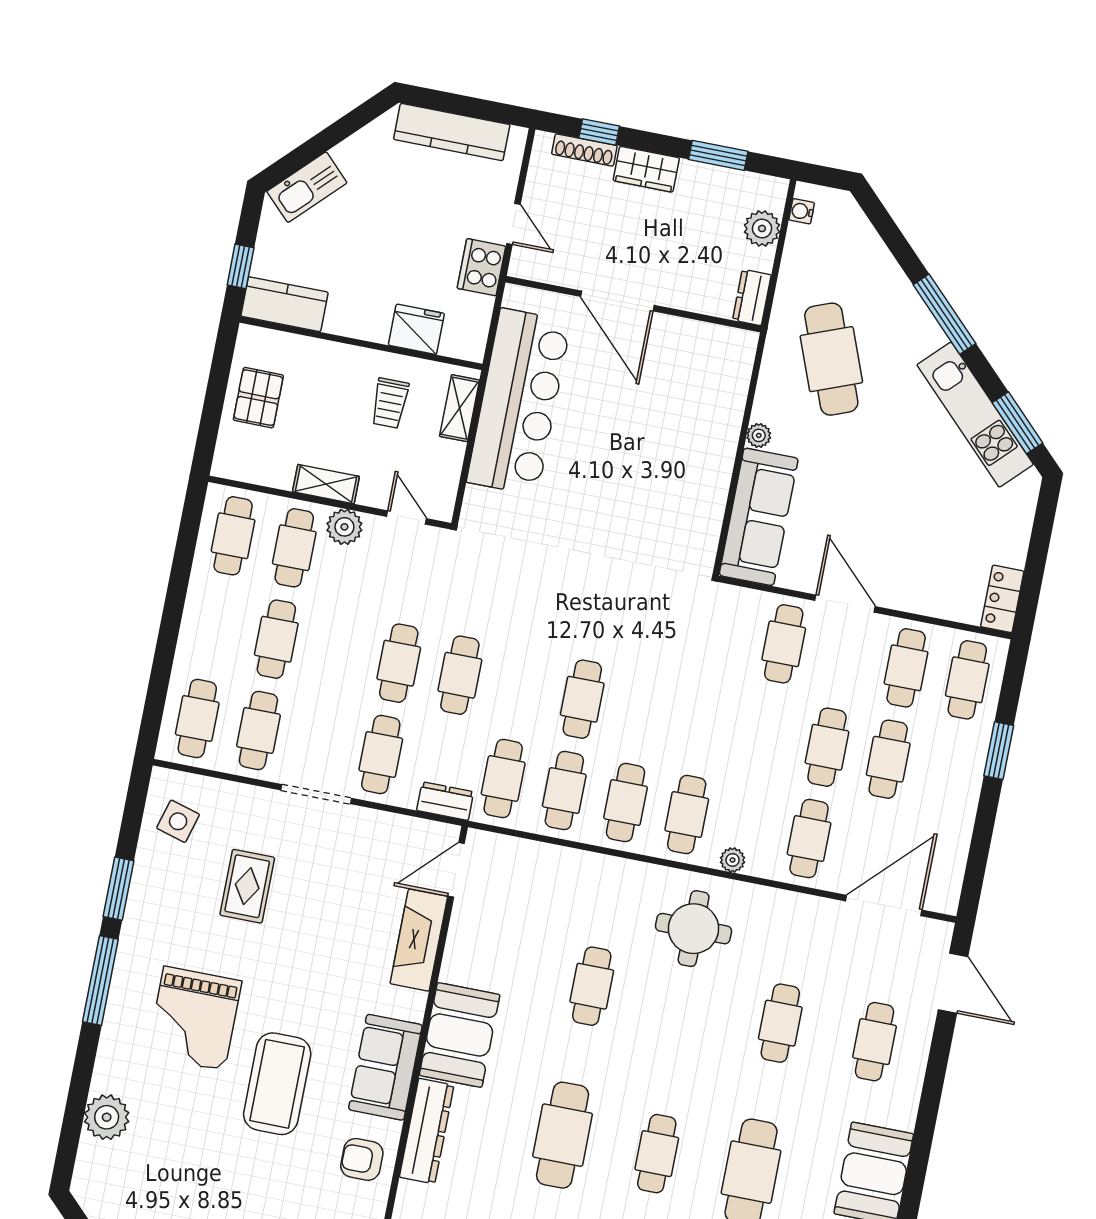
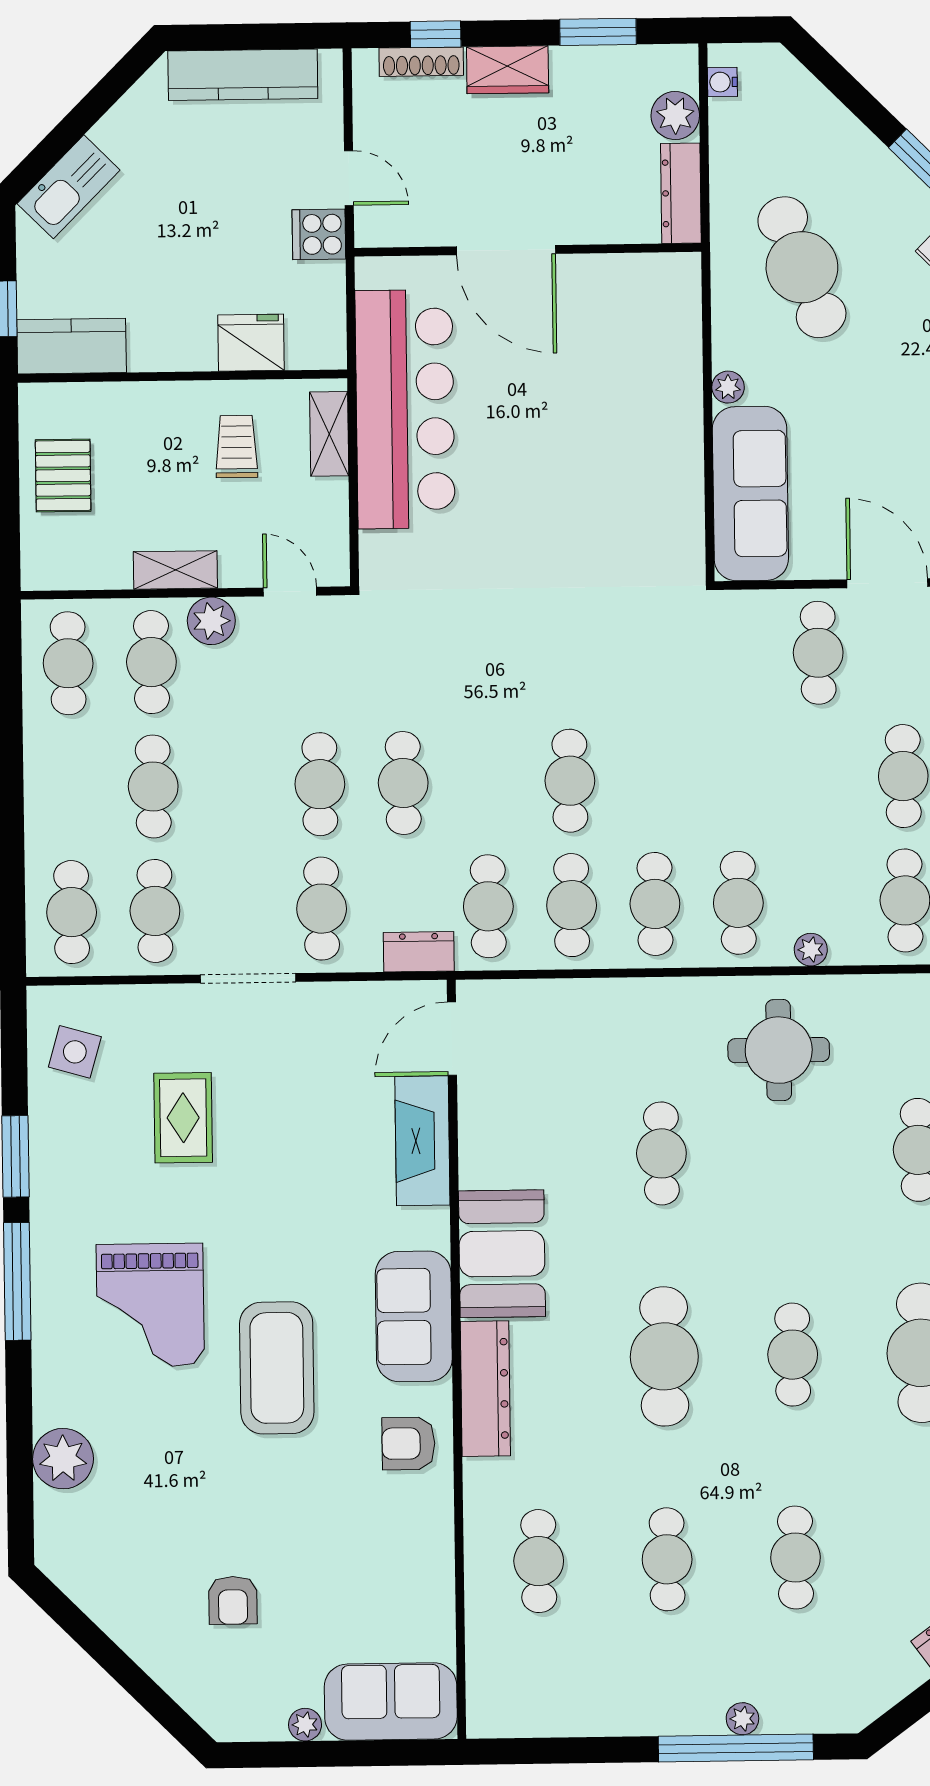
cooker: (481, 267) -> (319, 234), width x0.73
dresser: (752, 297) -> (681, 193), width x1.44
trolley: (390, 403) -> (237, 447), turned 180

